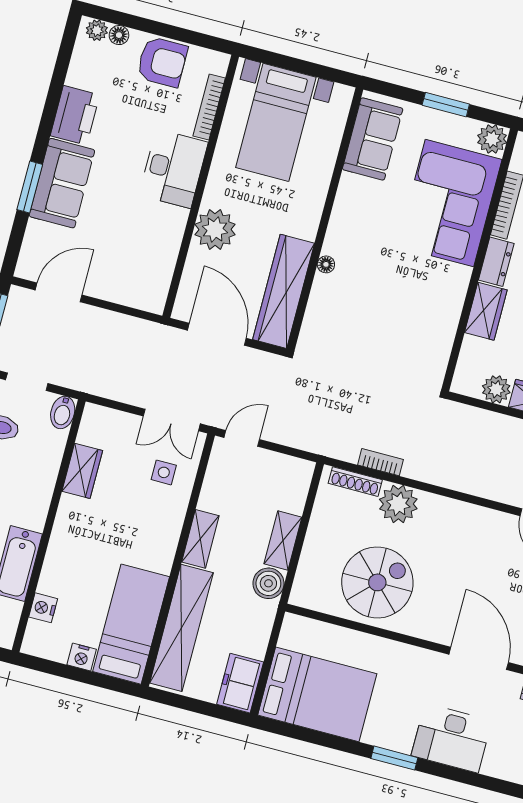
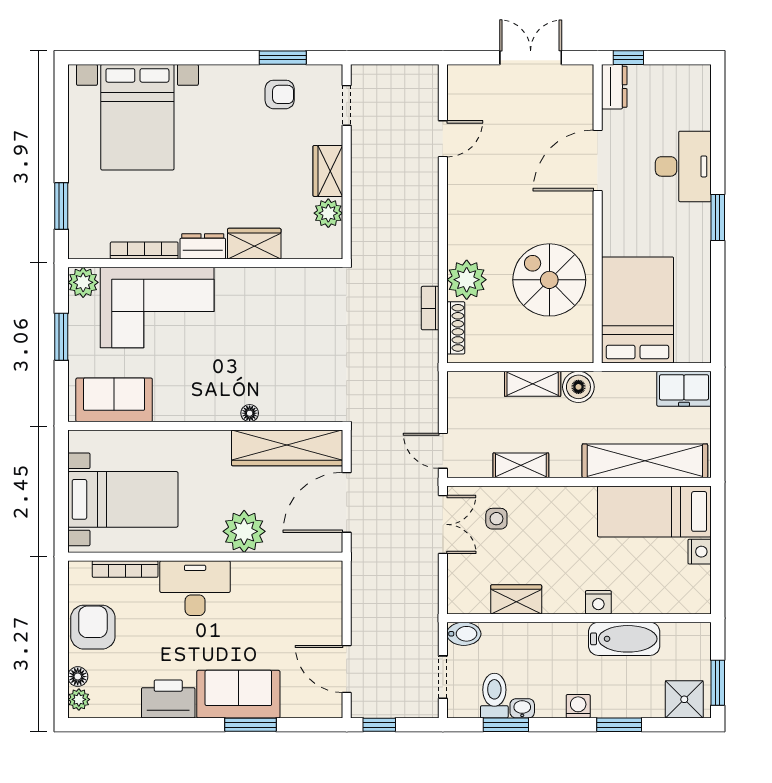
shelving: (200, 539) -> (521, 465), moved
nightstand: (43, 608) -> (598, 602), moved
bed: (317, 694) -> (638, 310), moved

